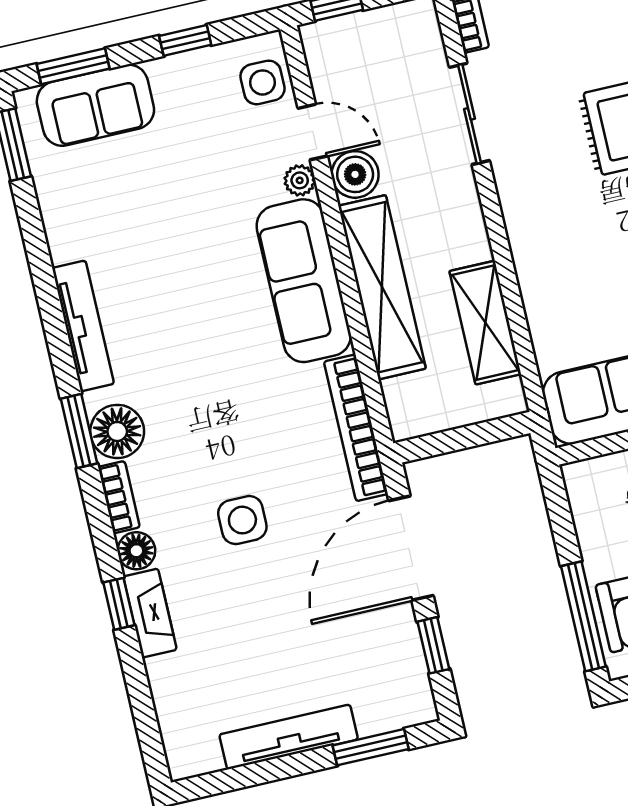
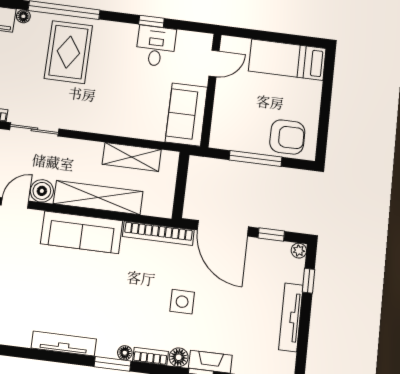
plant: (300, 180) -> (299, 251), moved
floor lamp: (117, 431) -> (125, 353), width x0.53, depth x0.53
window: (583, 616) -> (255, 158), moved
window: (371, 747) -> (309, 281), width x0.67

